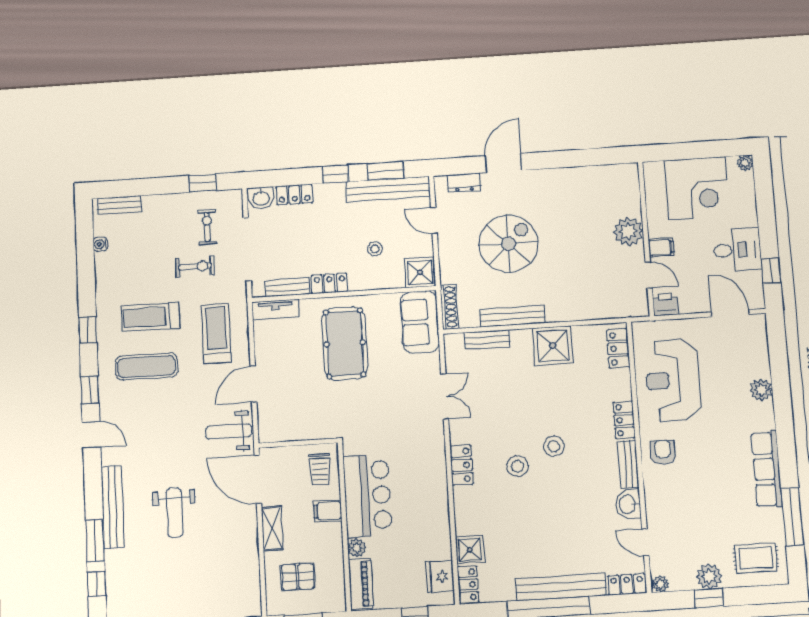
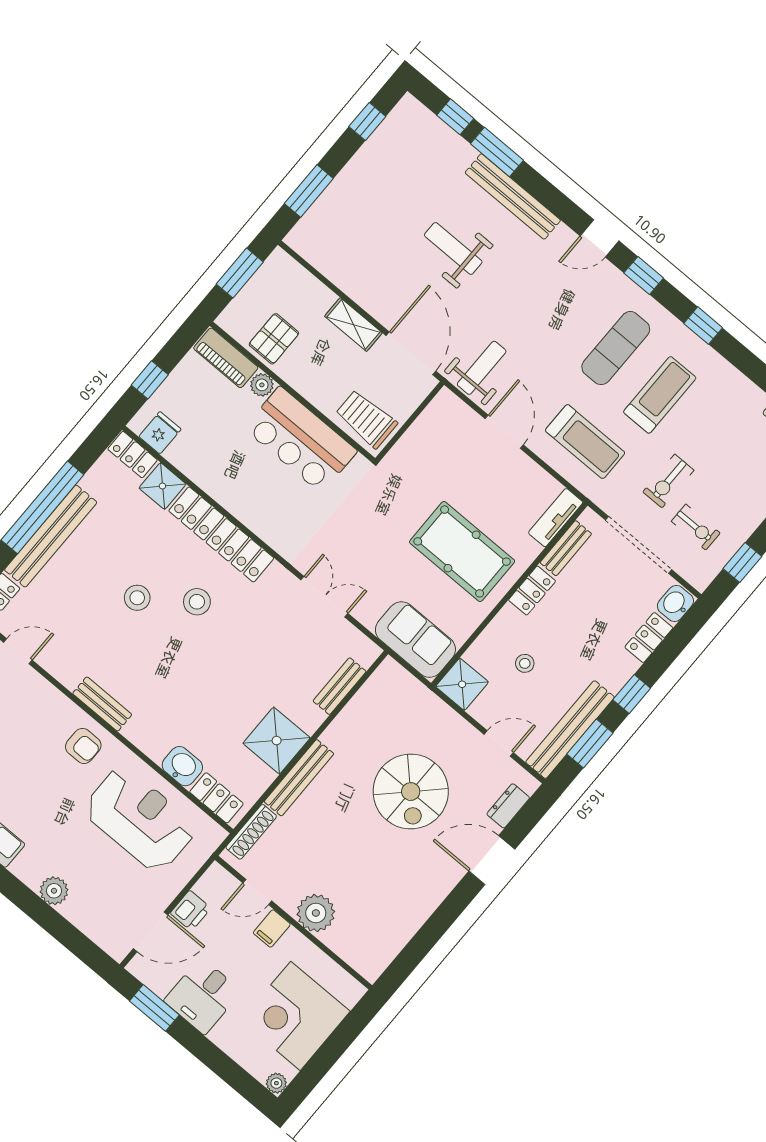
door: (503, 163) -> (492, 860), swing flipped
window: (771, 270) -> (154, 1008), width x1.50
printer: (666, 304) -> (191, 911), moved
shoe rack: (449, 307) -> (251, 832), moved, turned -90
bench: (512, 316) -> (299, 778), moved
double door: (445, 396) -> (324, 597), swing flipped
locker: (624, 420) -> (146, 739), removed
stool: (554, 446) -> (137, 598), moved
locker: (462, 465) -> (221, 534), width x2.16, depth x1.21
trolley: (320, 469) -> (366, 419), width x1.36, depth x1.39
door: (258, 480) -> (411, 353), hinge flipped
washbasin: (628, 504) -> (182, 766), moved
filing cabinet: (328, 511) -> (321, 390), removed
fridge: (440, 576) -> (160, 433), width x0.72
pallet: (298, 577) -> (274, 339), moved

